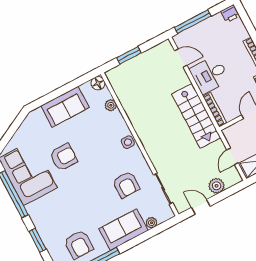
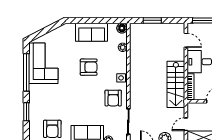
armchair: (64, 157) -> (89, 67), moved
armchair: (126, 185) -> (113, 98), moved

